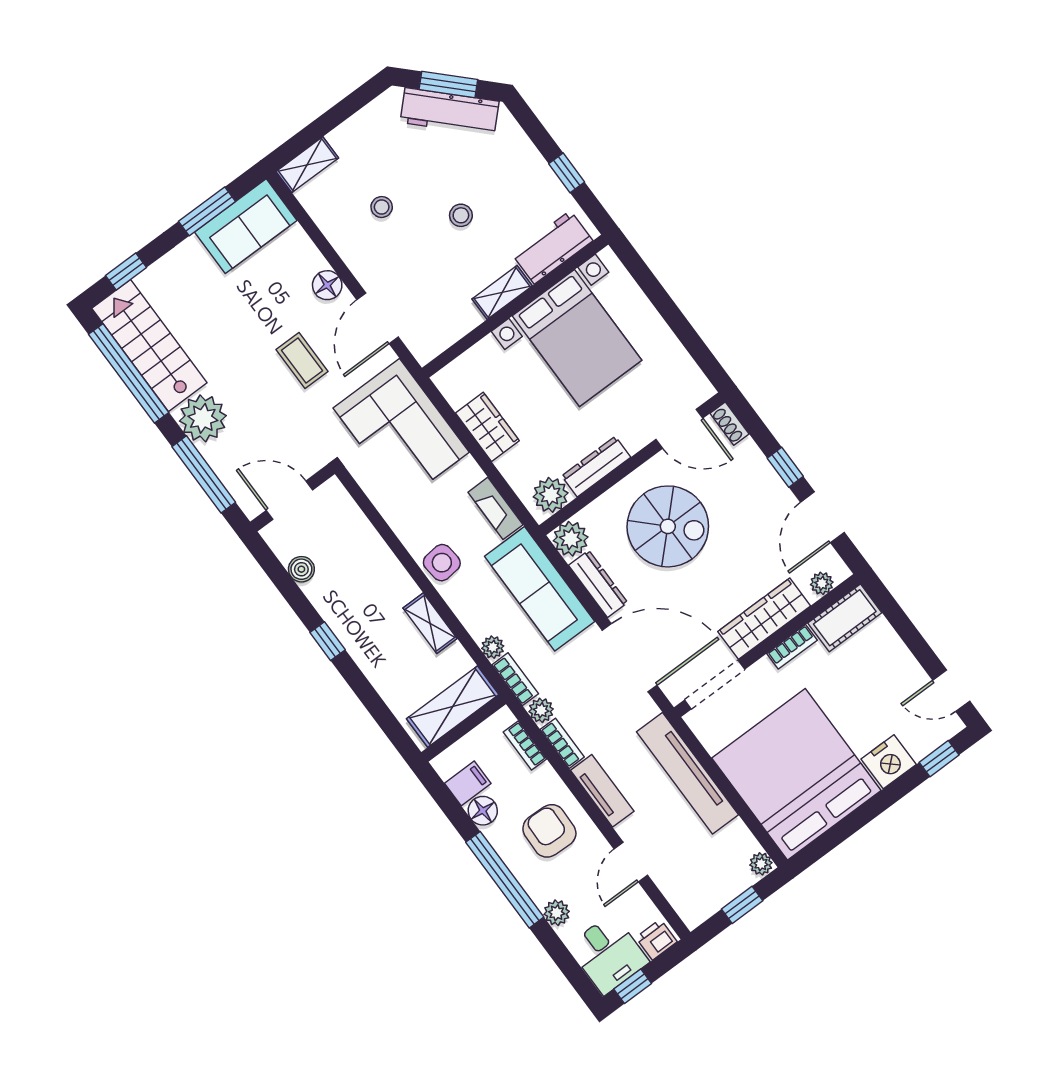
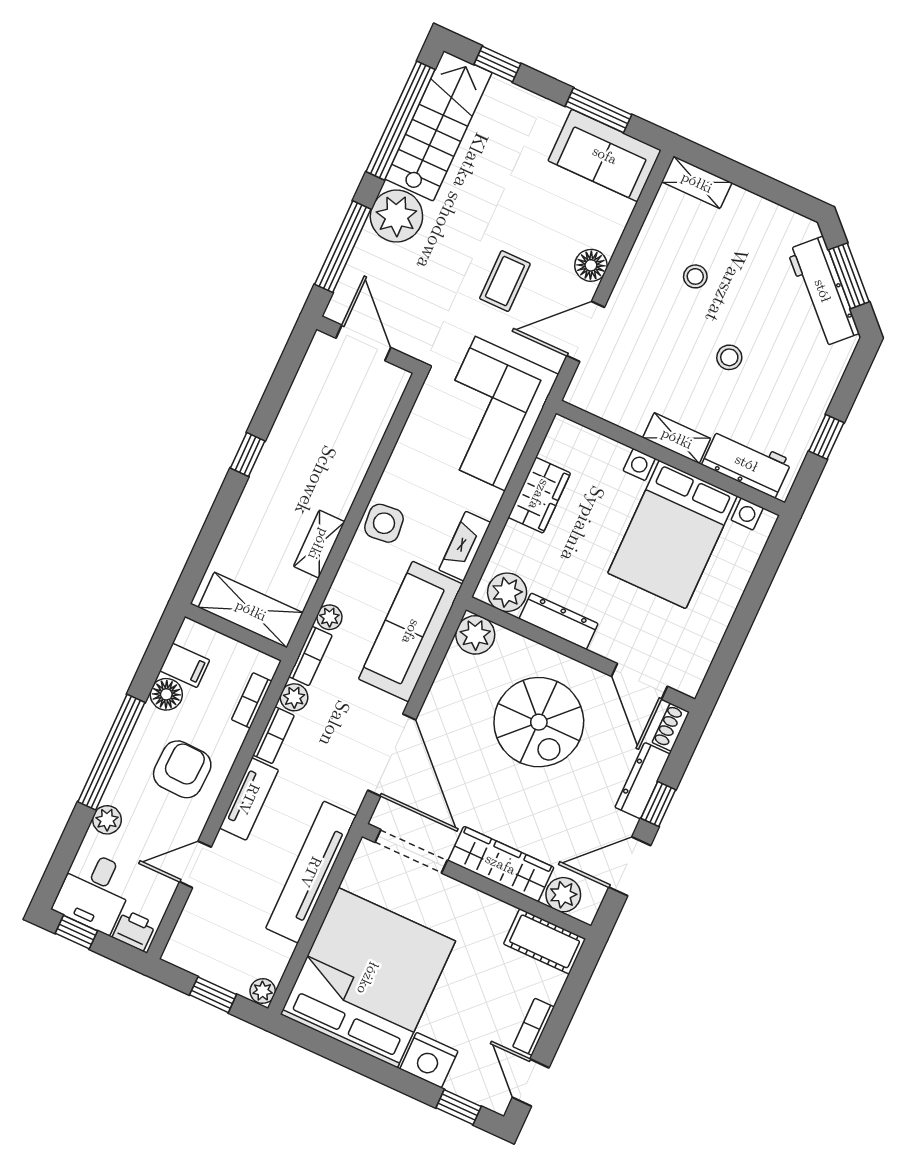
boiler: (301, 569) -> (303, 391), removed
plant: (822, 583) -> (563, 895), width x1.38, depth x1.38
dresser: (598, 584) -> (643, 781), moved, turned 180
bookcase: (792, 647) -> (533, 1027), moved, turned 90

